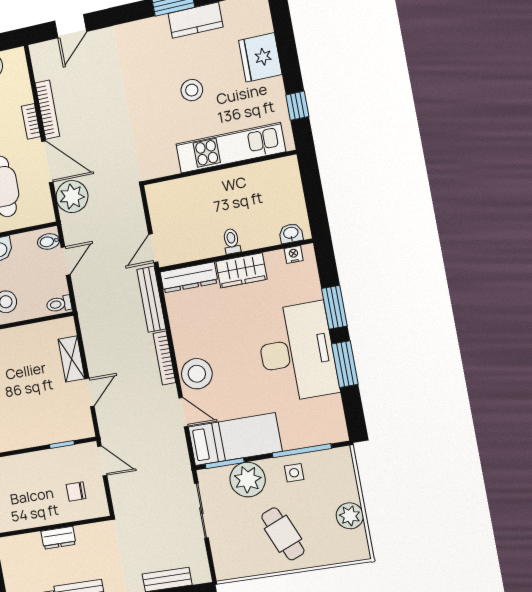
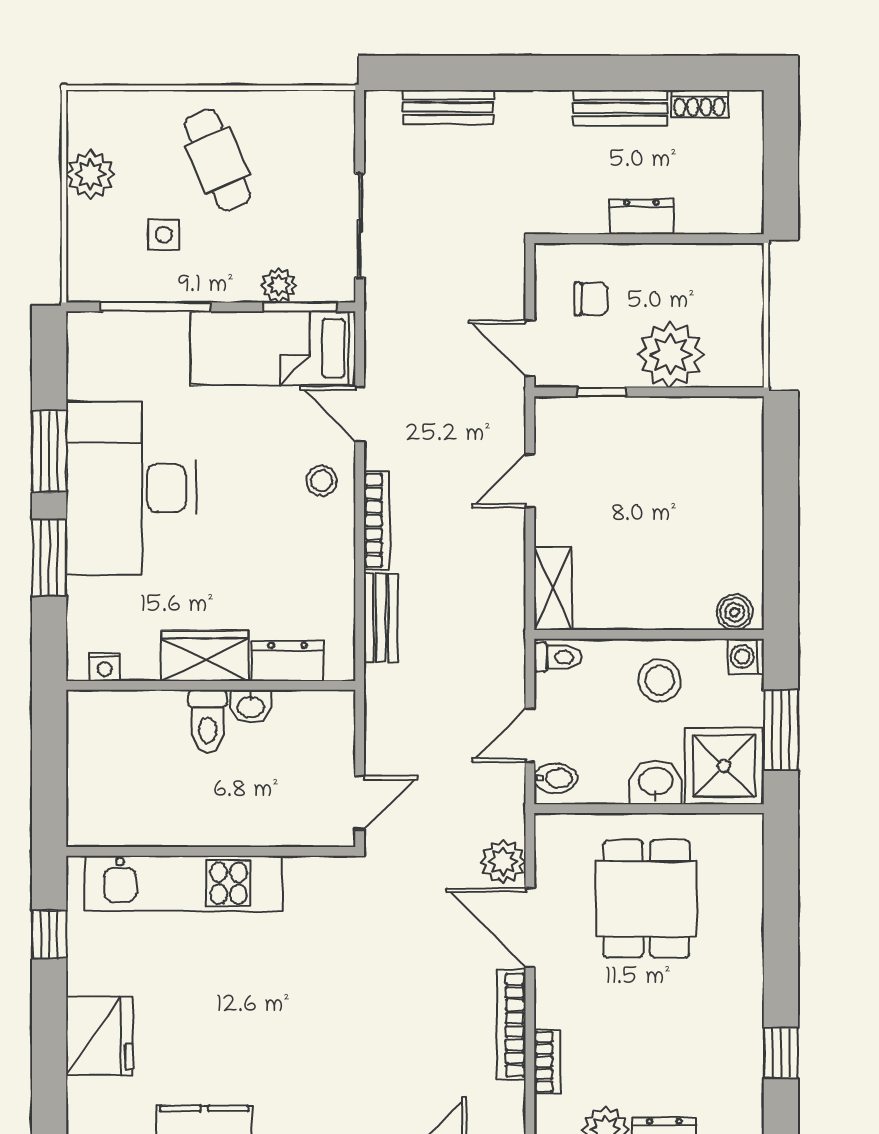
stool: (192, 90) -> (235, 1003), removed
bookcase: (31, 121) -> (547, 1062), moved
plant: (72, 197) -> (503, 862), width x0.73, depth x0.73
washbasin: (291, 233) -> (251, 706), moved
toilet: (232, 241) -> (208, 721), width x1.37, depth x1.39
door: (153, 248) -> (360, 803), moved
dresser: (189, 277) -> (288, 661), width x0.70
bench: (151, 299) -> (381, 618), width x0.73
shelving: (71, 359) -> (553, 588), moved
stool: (197, 374) -> (322, 481), width x0.53, depth x0.53
plant: (31, 469) -> (670, 355), added
side table: (294, 473) -> (164, 235), moved
plant: (248, 480) -> (279, 285), width x0.53, depth x0.53

